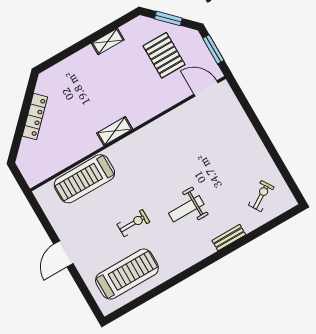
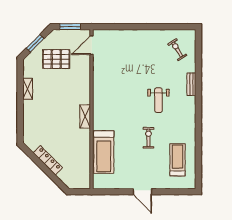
treadmill: (127, 274) -> (177, 160), width x0.73, depth x0.73

